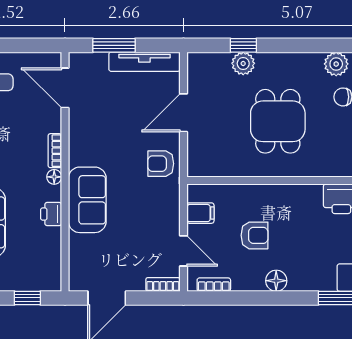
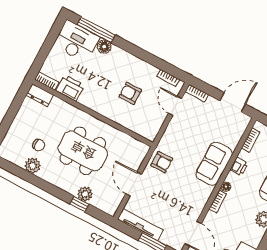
door: (183, 113) -> (134, 184), swing flipped
dining table: (278, 121) -> (83, 151), width x1.38
filing cabinet: (200, 213) -> (154, 122), removed
bookcase: (54, 259) -> (251, 140), added
floor lamp: (276, 281) -> (104, 47), moved

